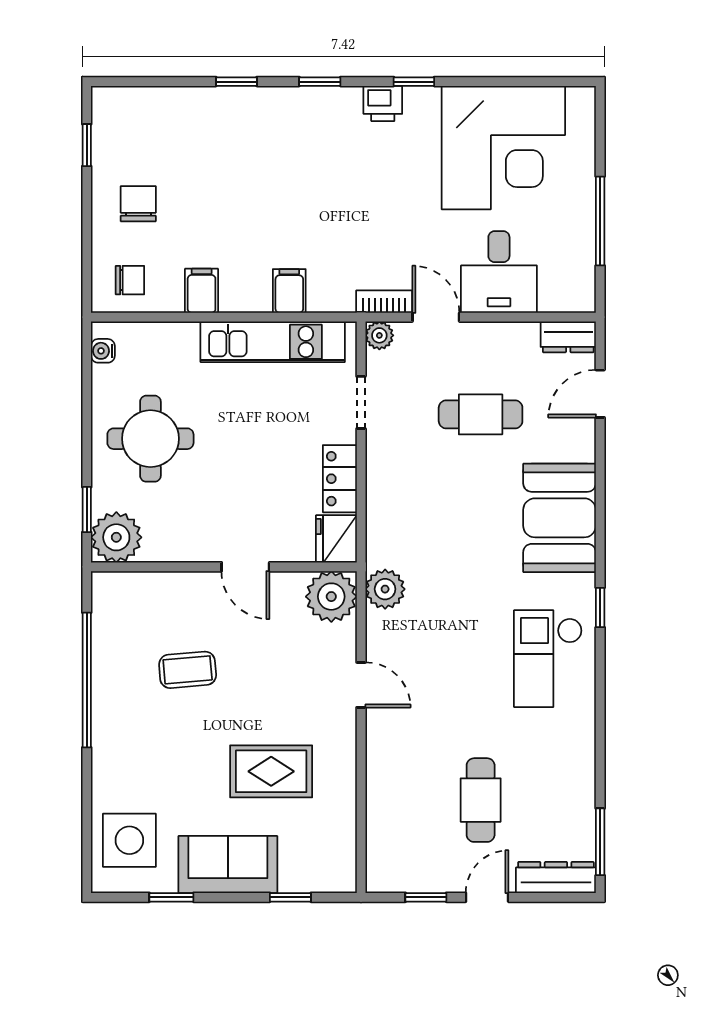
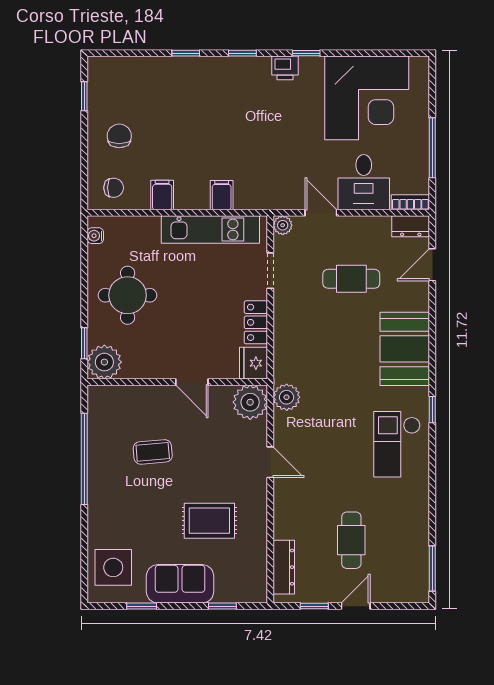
bookcase: (384, 302) -> (410, 202), moved
dresser: (556, 877) -> (284, 567), moved, turned 90

